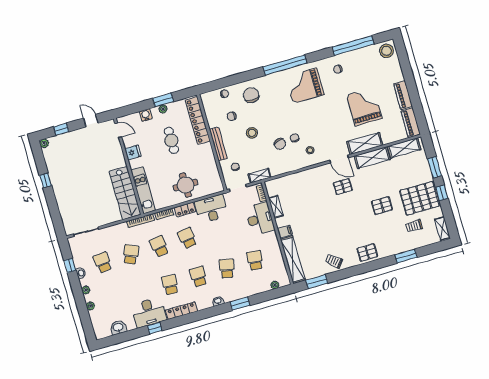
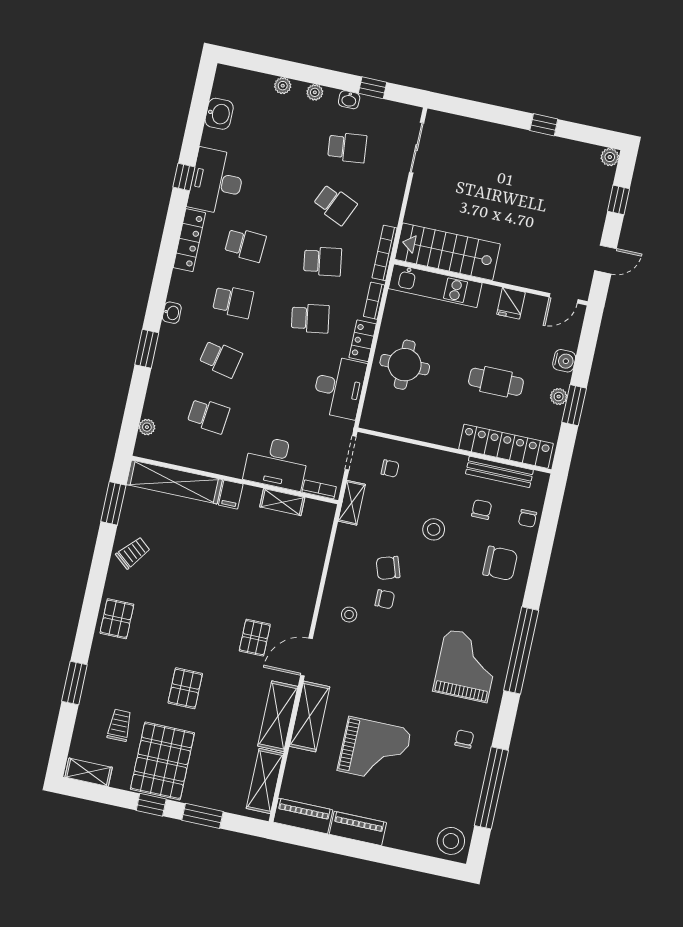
bench: (218, 144) -> (499, 472), moved

